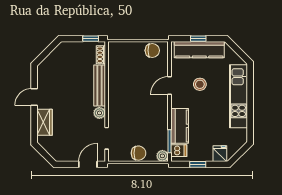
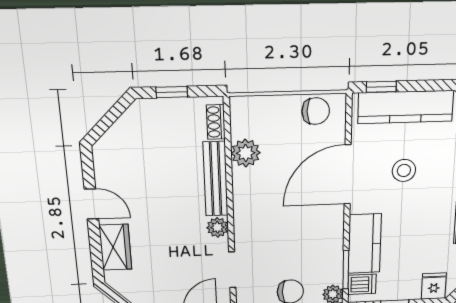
window: (91, 39) -> (172, 92), moved
window: (198, 39) -> (381, 87), moved
plant: (116, 72) -> (246, 153), added
door: (170, 85) -> (348, 174), width x1.88
door: (34, 97) -> (91, 204), swing flipped

